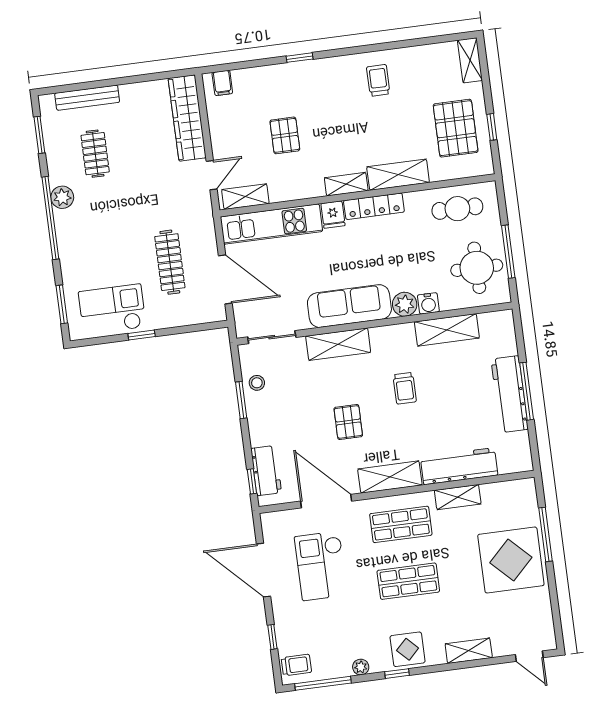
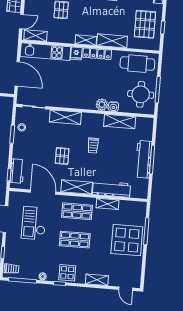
cafe table: (457, 209) -> (137, 64), width x1.37, depth x1.35
sofa: (349, 306) -> (75, 100), removed

